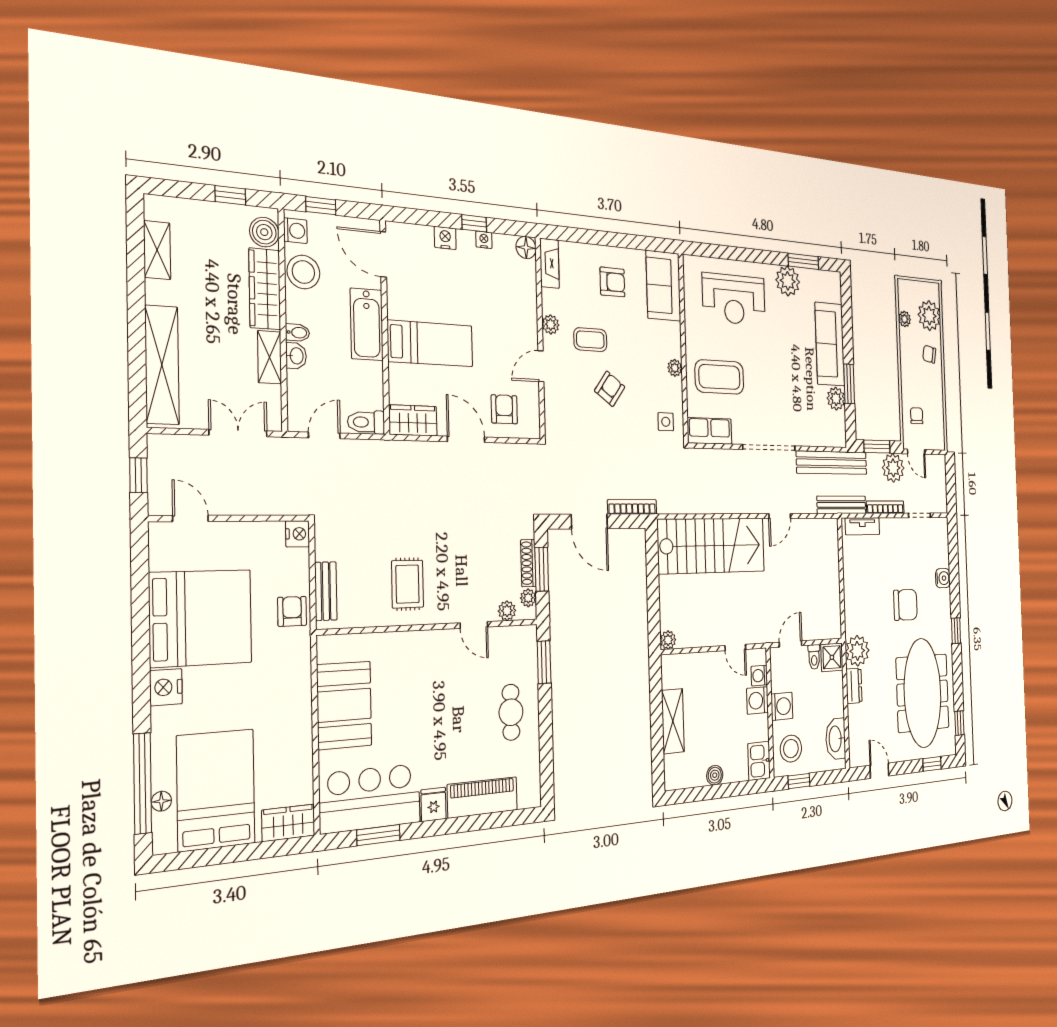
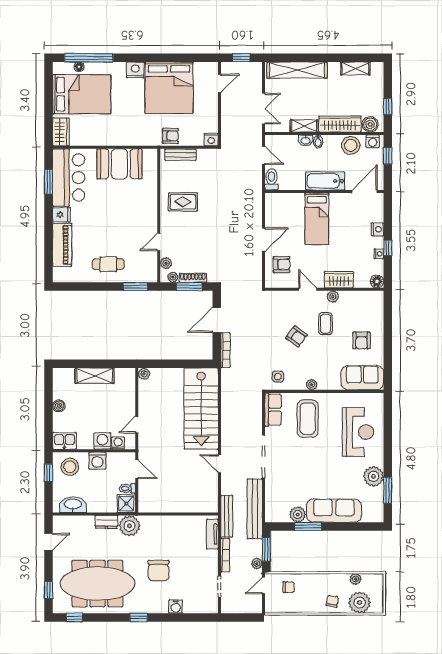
fireplace: (550, 263) -> (369, 297), removed
reception desk: (734, 299) -> (358, 432), turned 180
wardrobe: (413, 420) -> (339, 280), moved, turned -90
plant: (893, 468) -> (257, 564), width x0.53, depth x0.53

